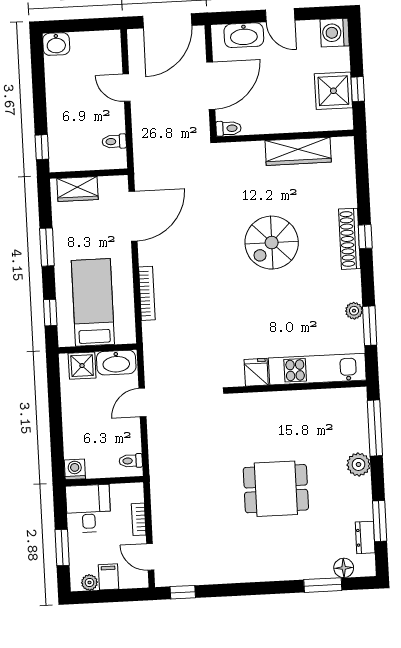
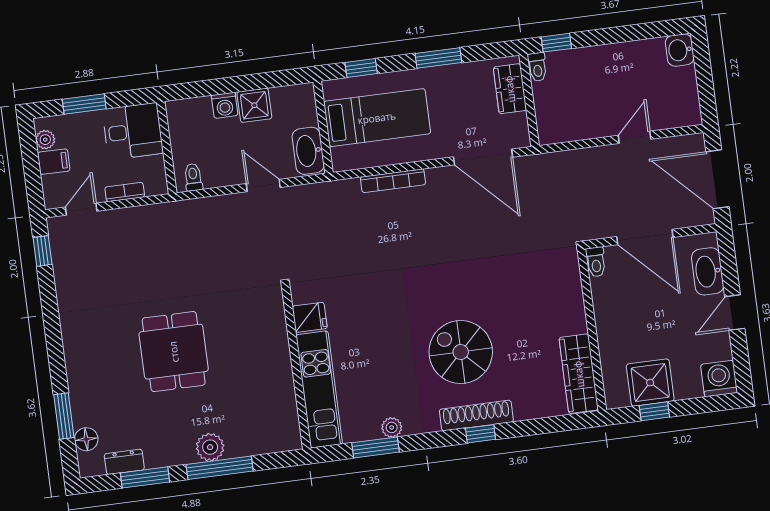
toilet: (114, 141) -> (537, 67), moved, turned 180
wardrobe: (298, 151) -> (579, 374), moved
spiral stairs: (272, 243) -> (461, 352), moved
shower: (82, 366) -> (254, 105), moved
window: (375, 428) -> (220, 468), moved
washing machine: (75, 469) -> (225, 105), moved, turned 90

